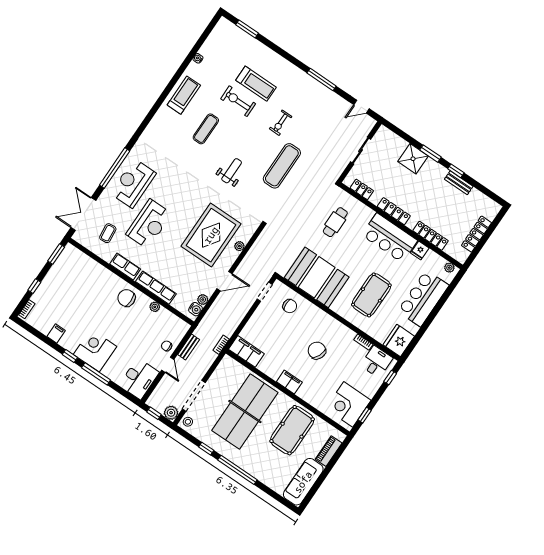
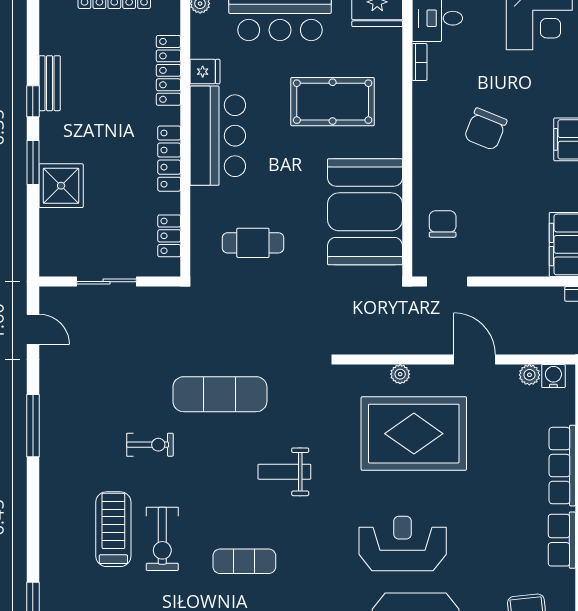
reception desk: (149, 224) -> (403, 544), moved

